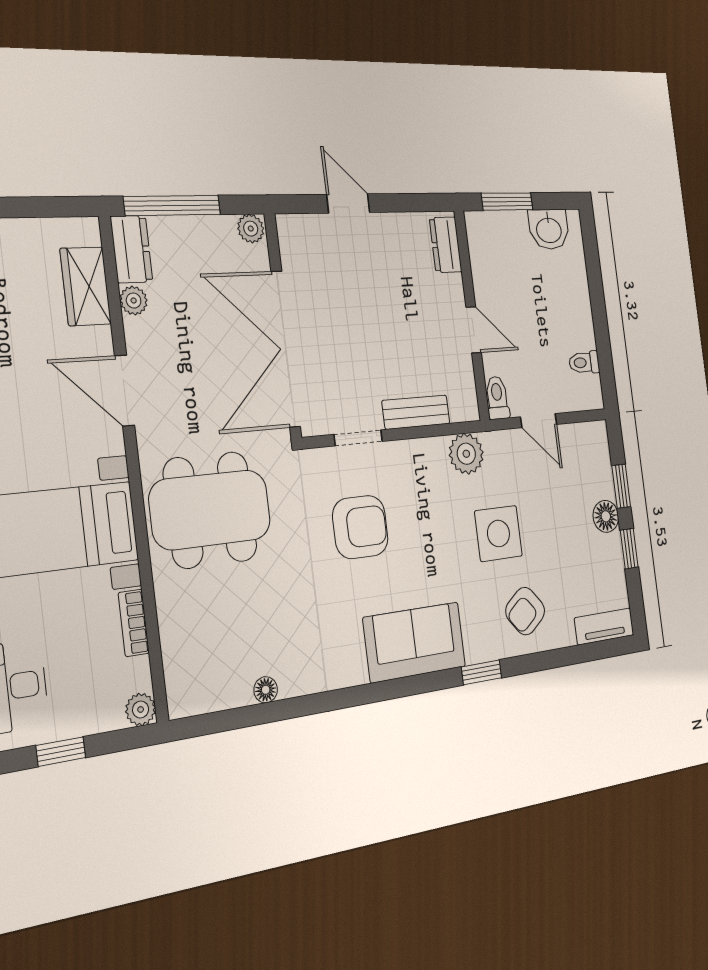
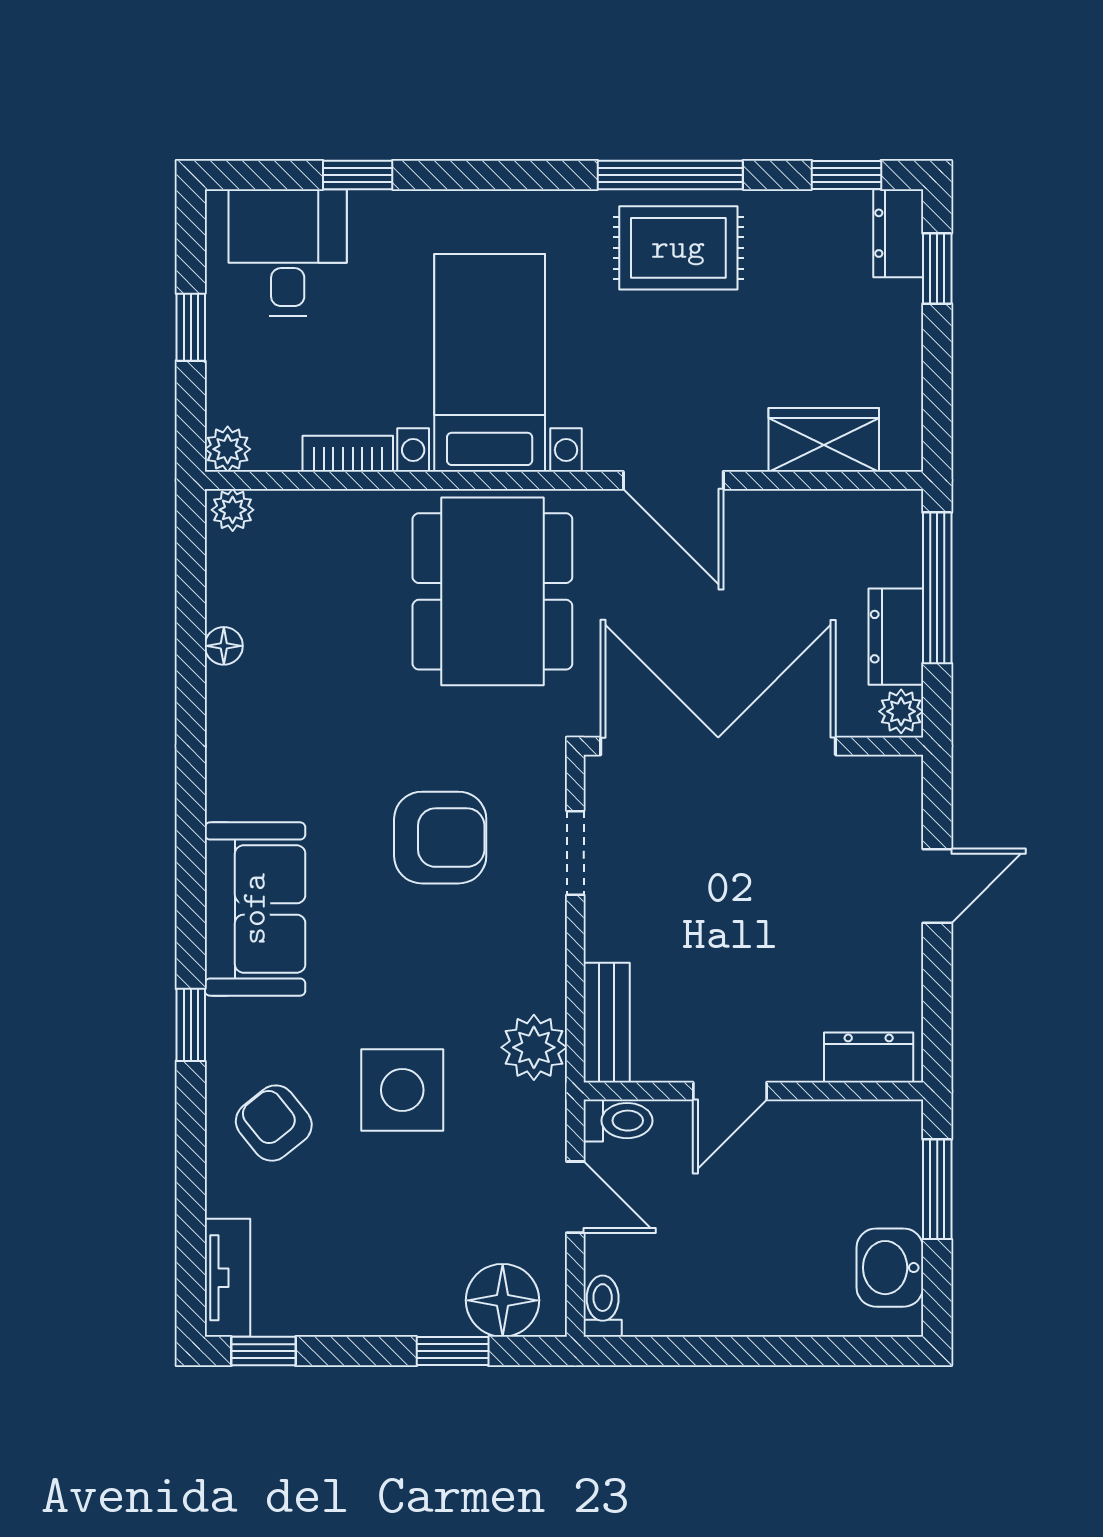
dresser: (132, 249) -> (896, 637), moved, turned 90
plant: (134, 301) -> (233, 510), moved
toilet: (584, 362) -> (603, 1306), moved
door: (125, 391) -> (673, 480), swing flipped
bench: (416, 412) -> (607, 1023), moved
door: (539, 421) -> (575, 1197), swing flipped
floor lamp: (606, 516) -> (503, 1300), moved, width x1.38, depth x1.38
armchair: (360, 527) -> (440, 838), turned -90
window: (629, 549) -> (263, 1351), moved

